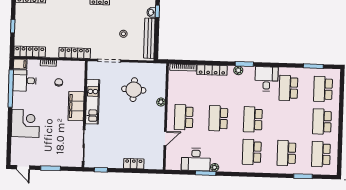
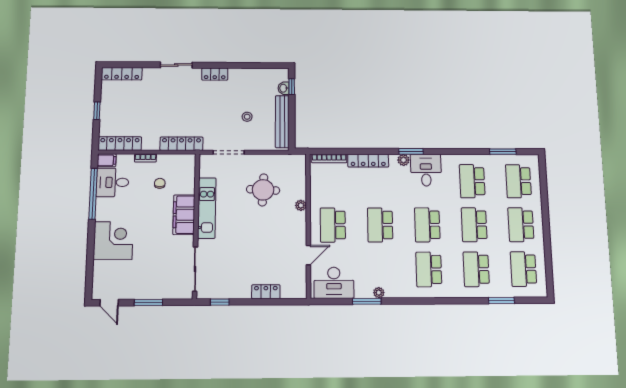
desk: (267, 79) -> (426, 170), moved
school desk: (287, 120) -> (474, 225), added
desk: (196, 160) -> (334, 283), moved

